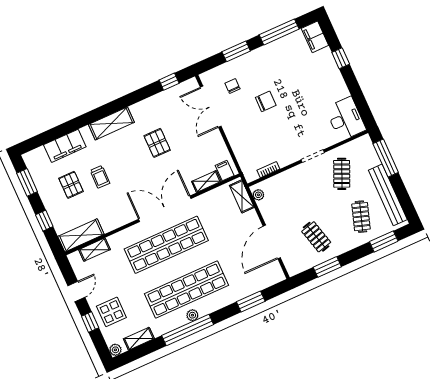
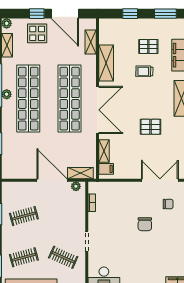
clothes rail: (361, 217) -> (24, 257), turned -33
shelving: (81, 235) -> (106, 63), moved
door: (272, 242) -> (52, 180), moved
door: (76, 292) -> (65, 14), width x1.88

